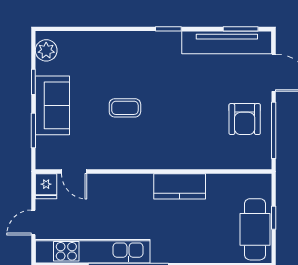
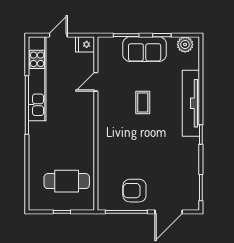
tv unit: (227, 42) -> (191, 103), moved
door: (74, 171) -> (96, 82), moved
kitchen counter: (180, 186) -> (85, 143), removed
door: (33, 223) -> (58, 35), hinge flipped
cafe table: (255, 229) -> (67, 181), moved

